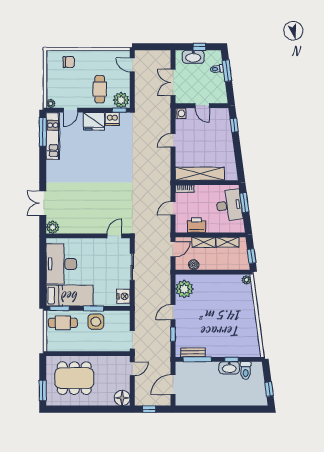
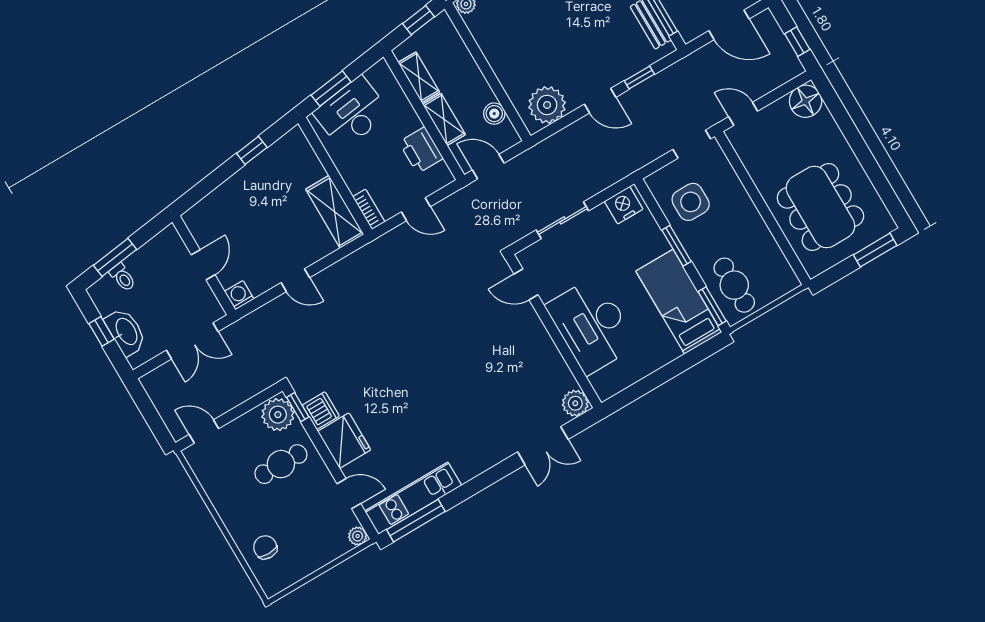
door: (132, 65) -> (204, 432), swing flipped
window: (234, 125) -> (252, 150), moved
shelving: (200, 174) -> (335, 212), width x0.68
desk: (61, 264) -> (592, 325), moved, turned 90
side table: (96, 322) -> (691, 202), moved

